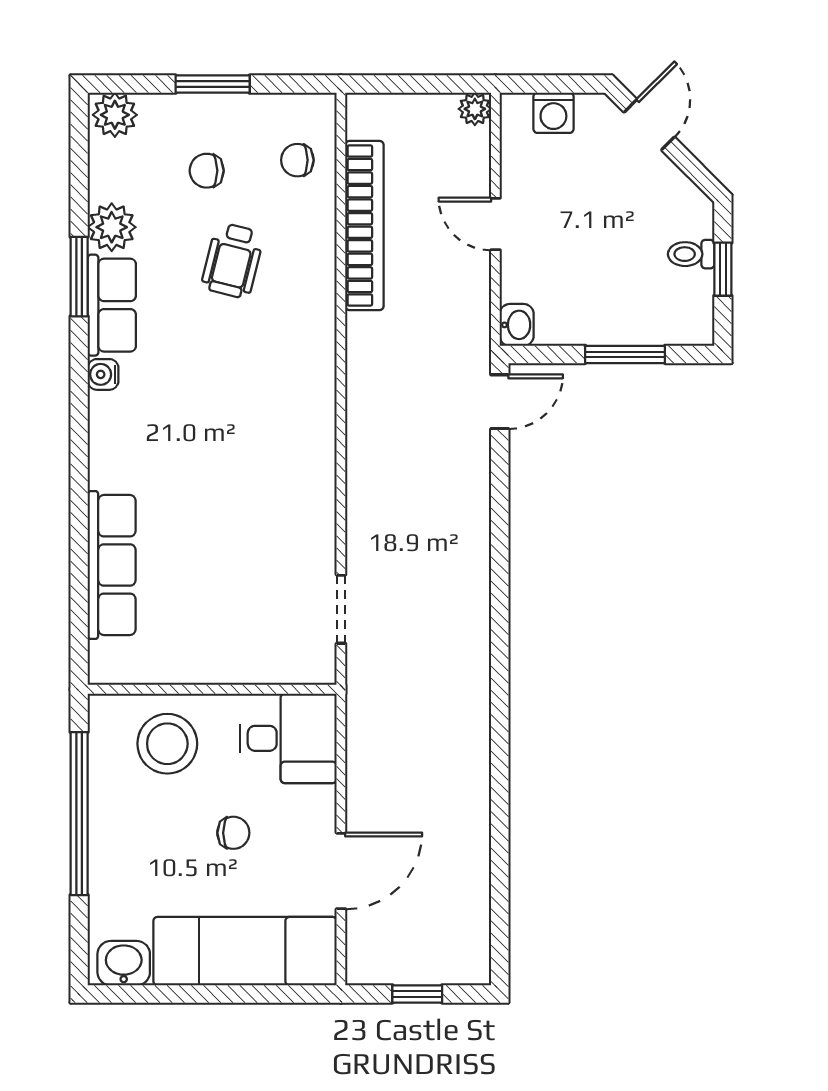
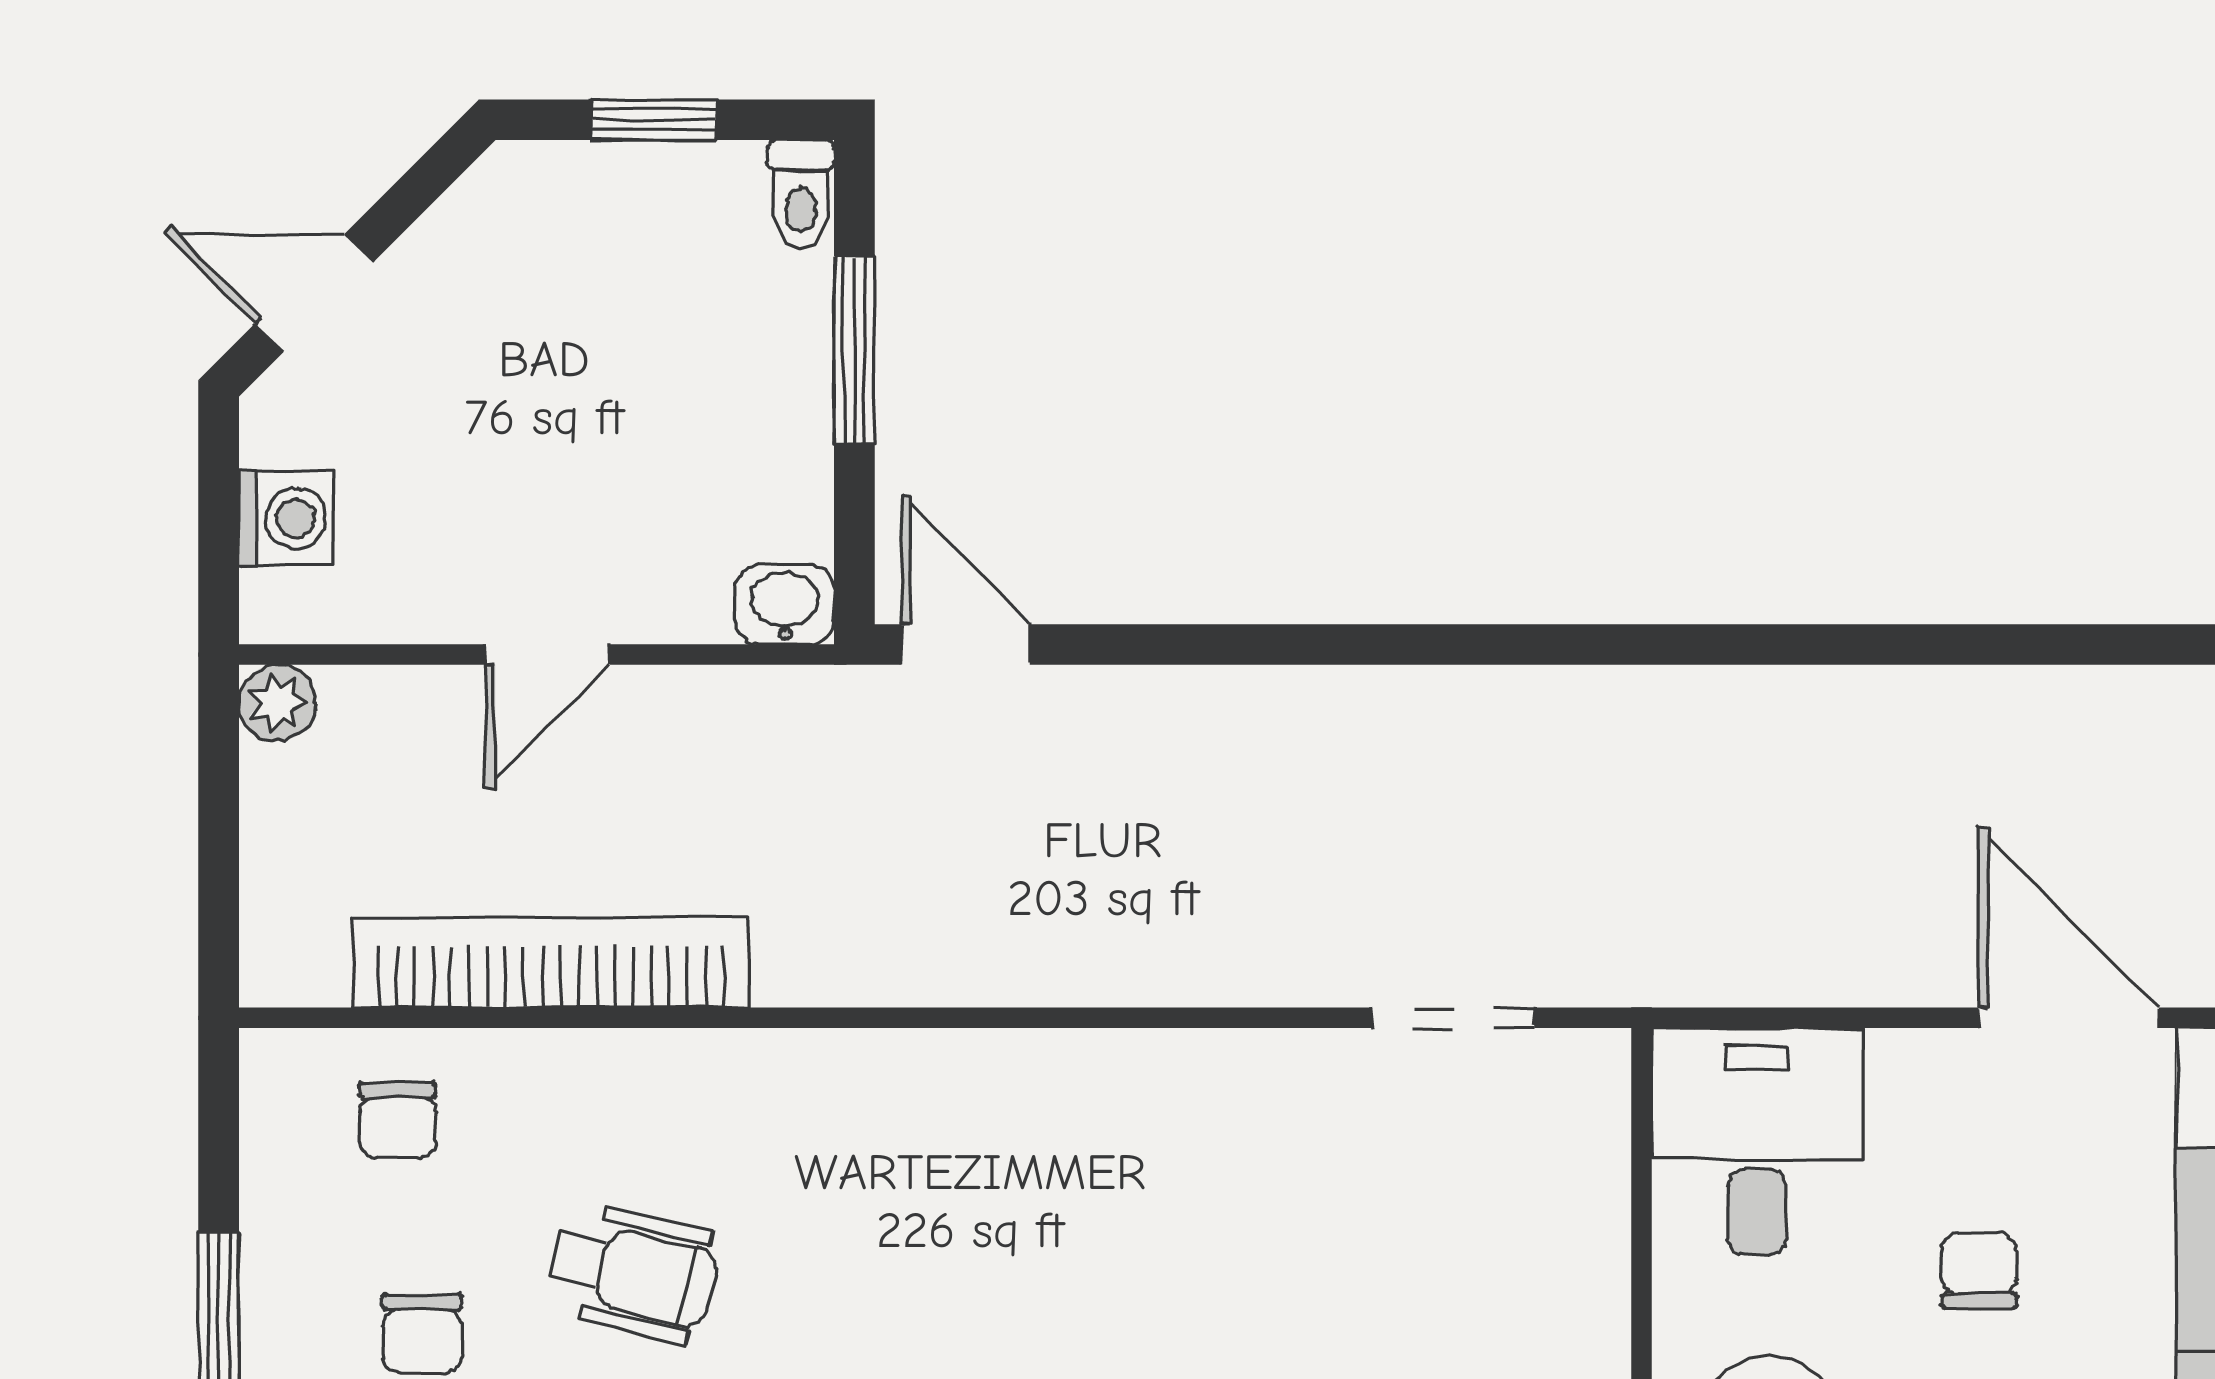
toilet: (691, 254) -> (801, 194), moved

